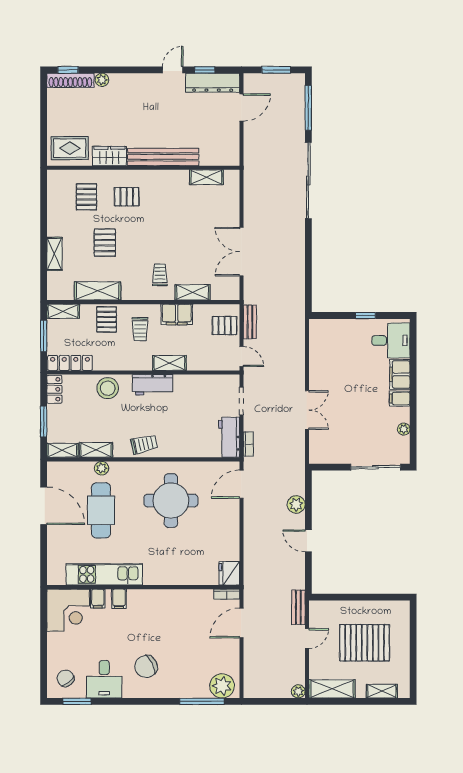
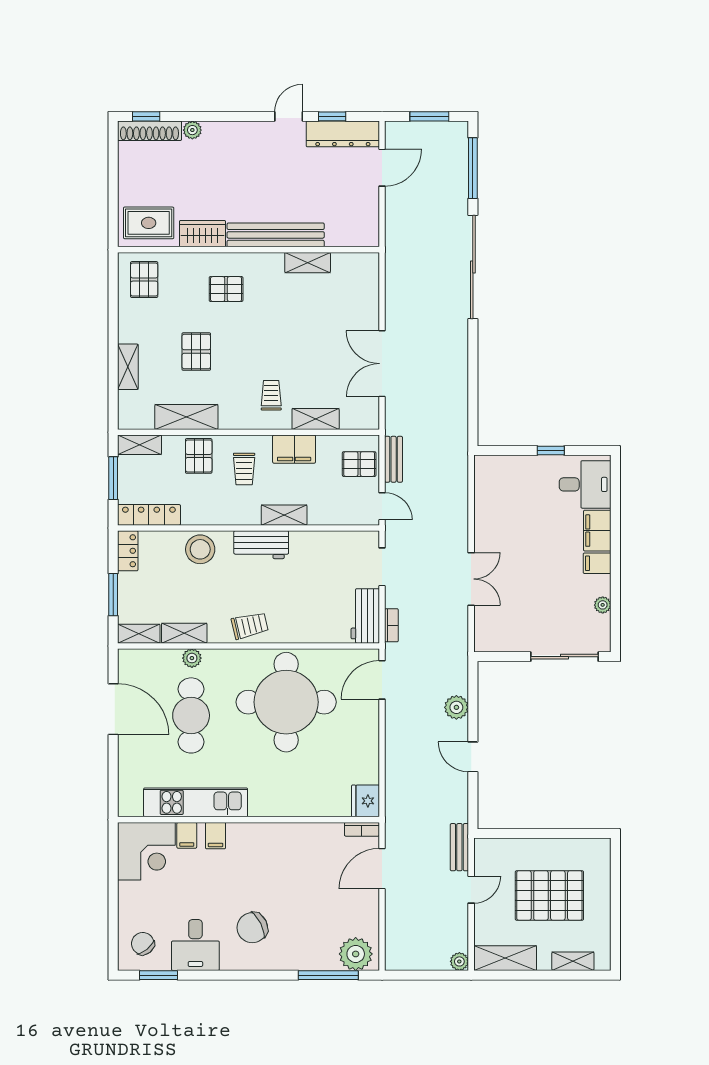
shelving: (206, 177) -> (308, 263), moved
pallet: (86, 197) -> (144, 280), moved
round table: (171, 501) -> (286, 702), width x1.36, depth x1.36

